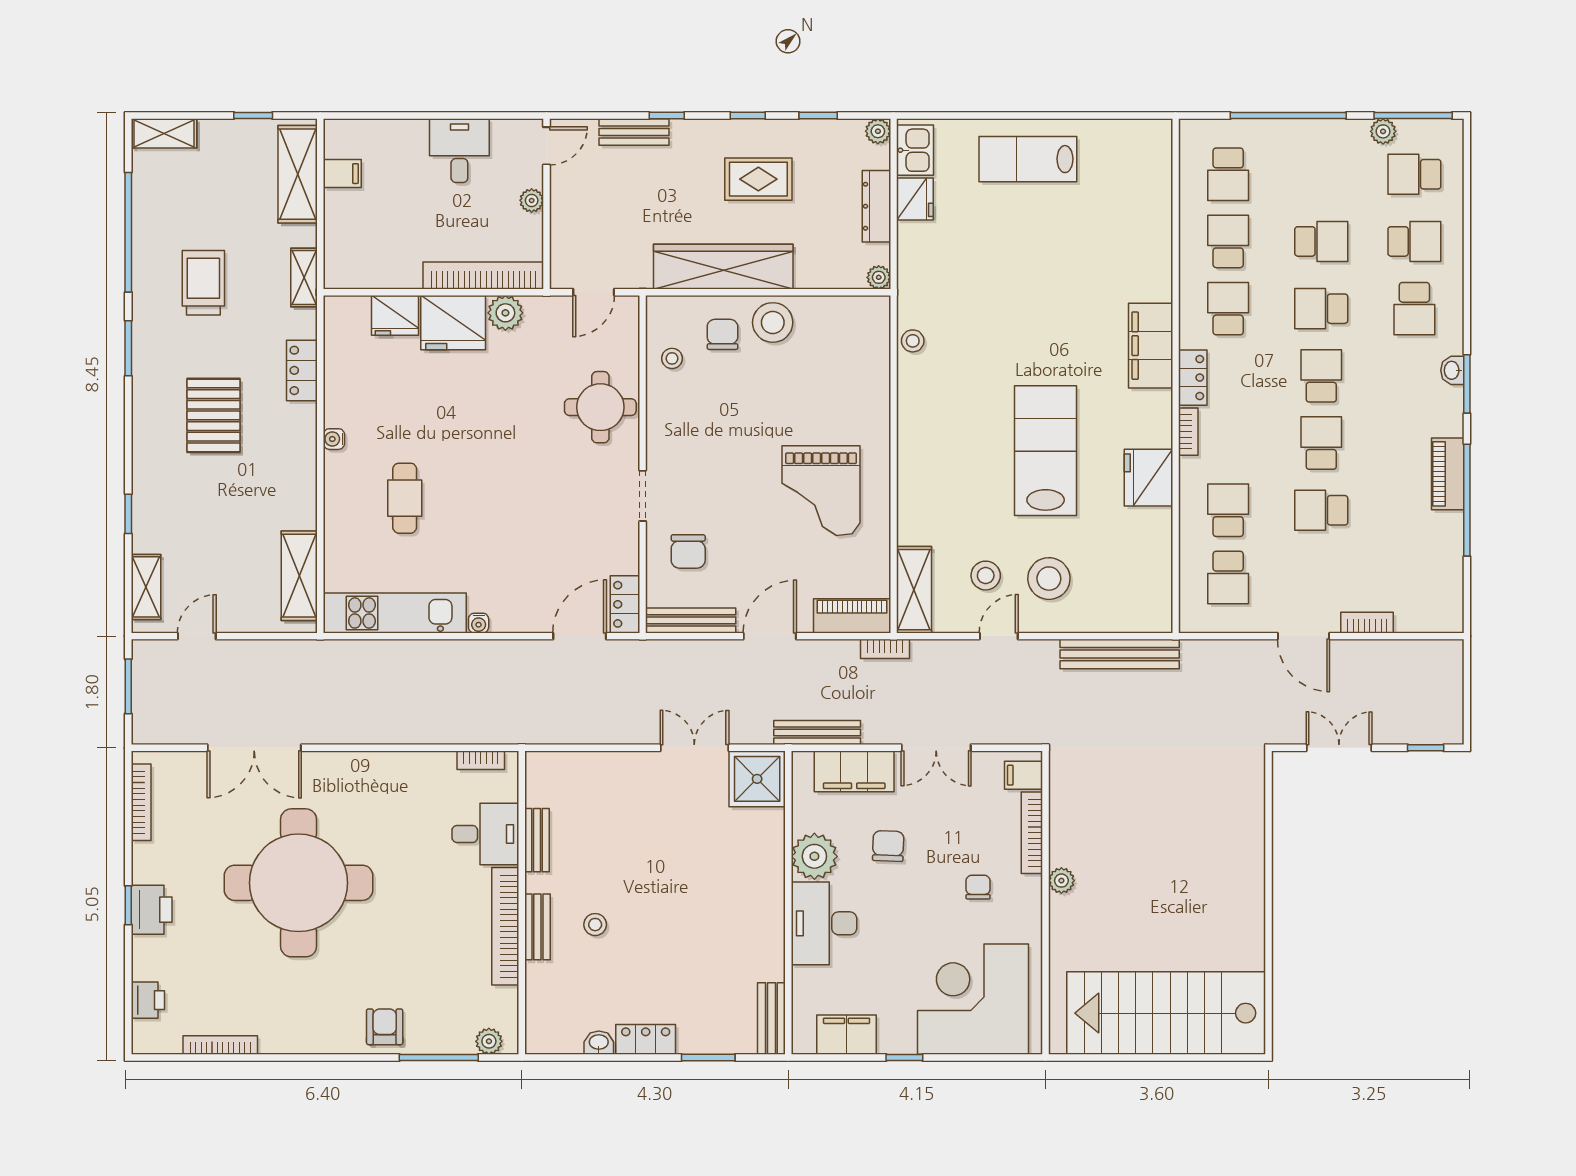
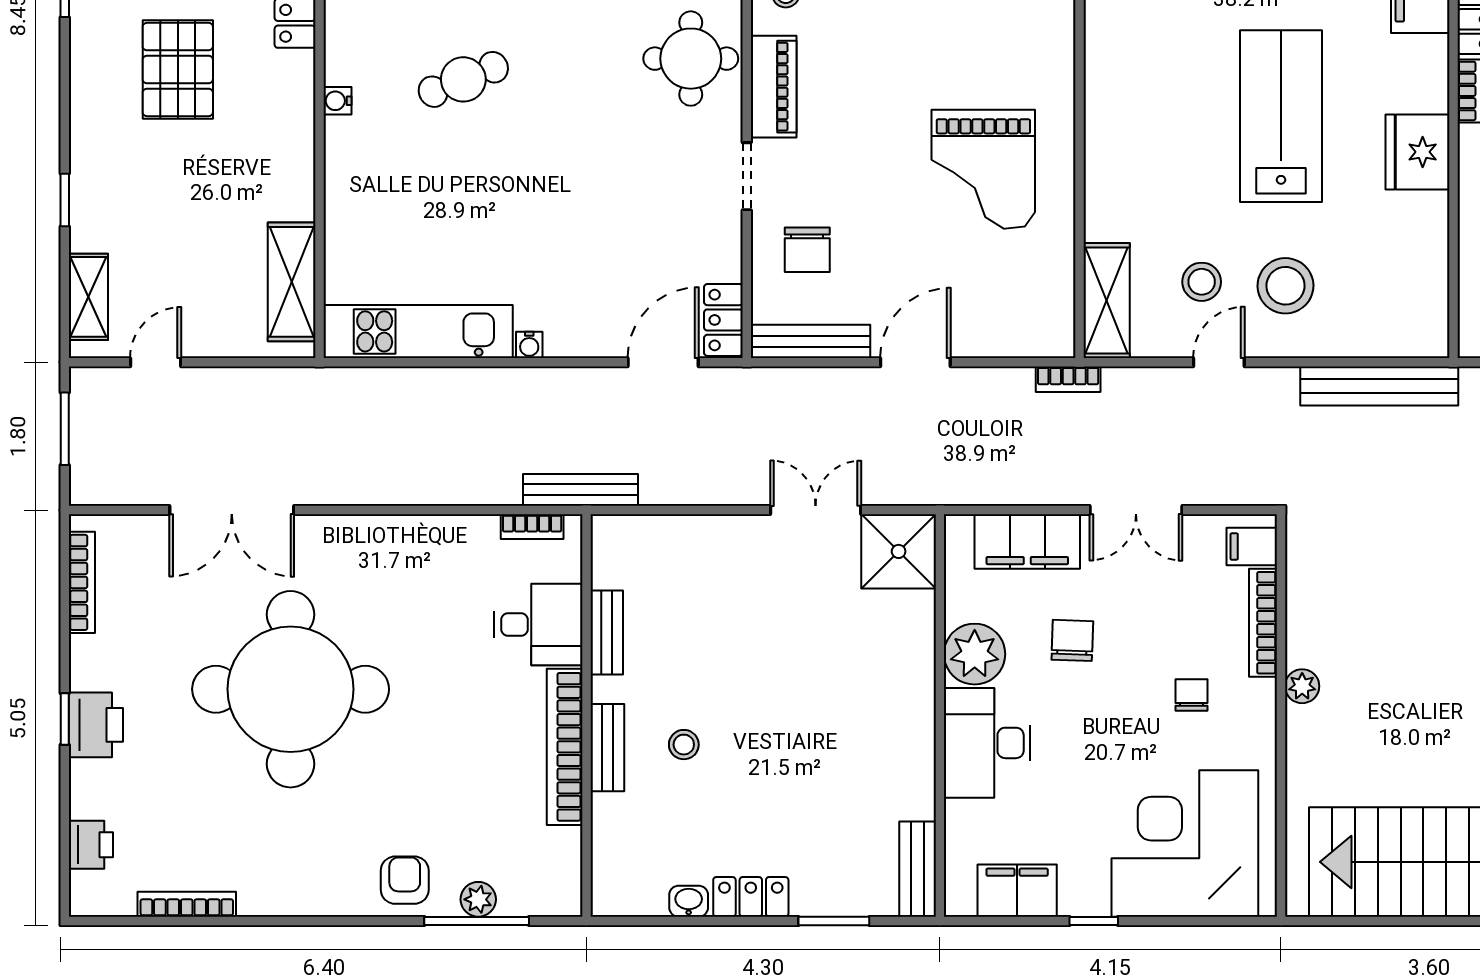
cafe table: (405, 498) -> (463, 79), moved, turned 68
piano: (852, 616) -> (774, 87), moved, turned 90
bench: (817, 732) -> (581, 490), moved
plant: (489, 1041) -> (478, 899), moved

